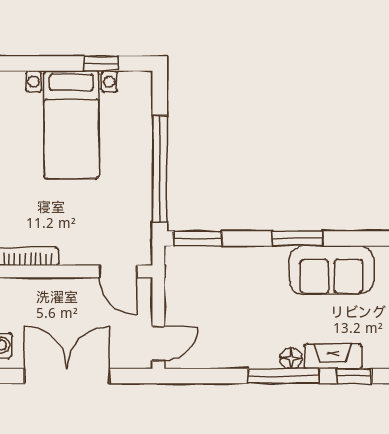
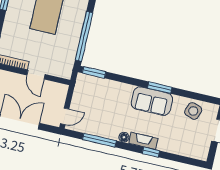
window: (297, 238) -> (160, 88), moved
door: (118, 271) -> (36, 75), moved
window: (284, 376) -> (99, 140), moved

